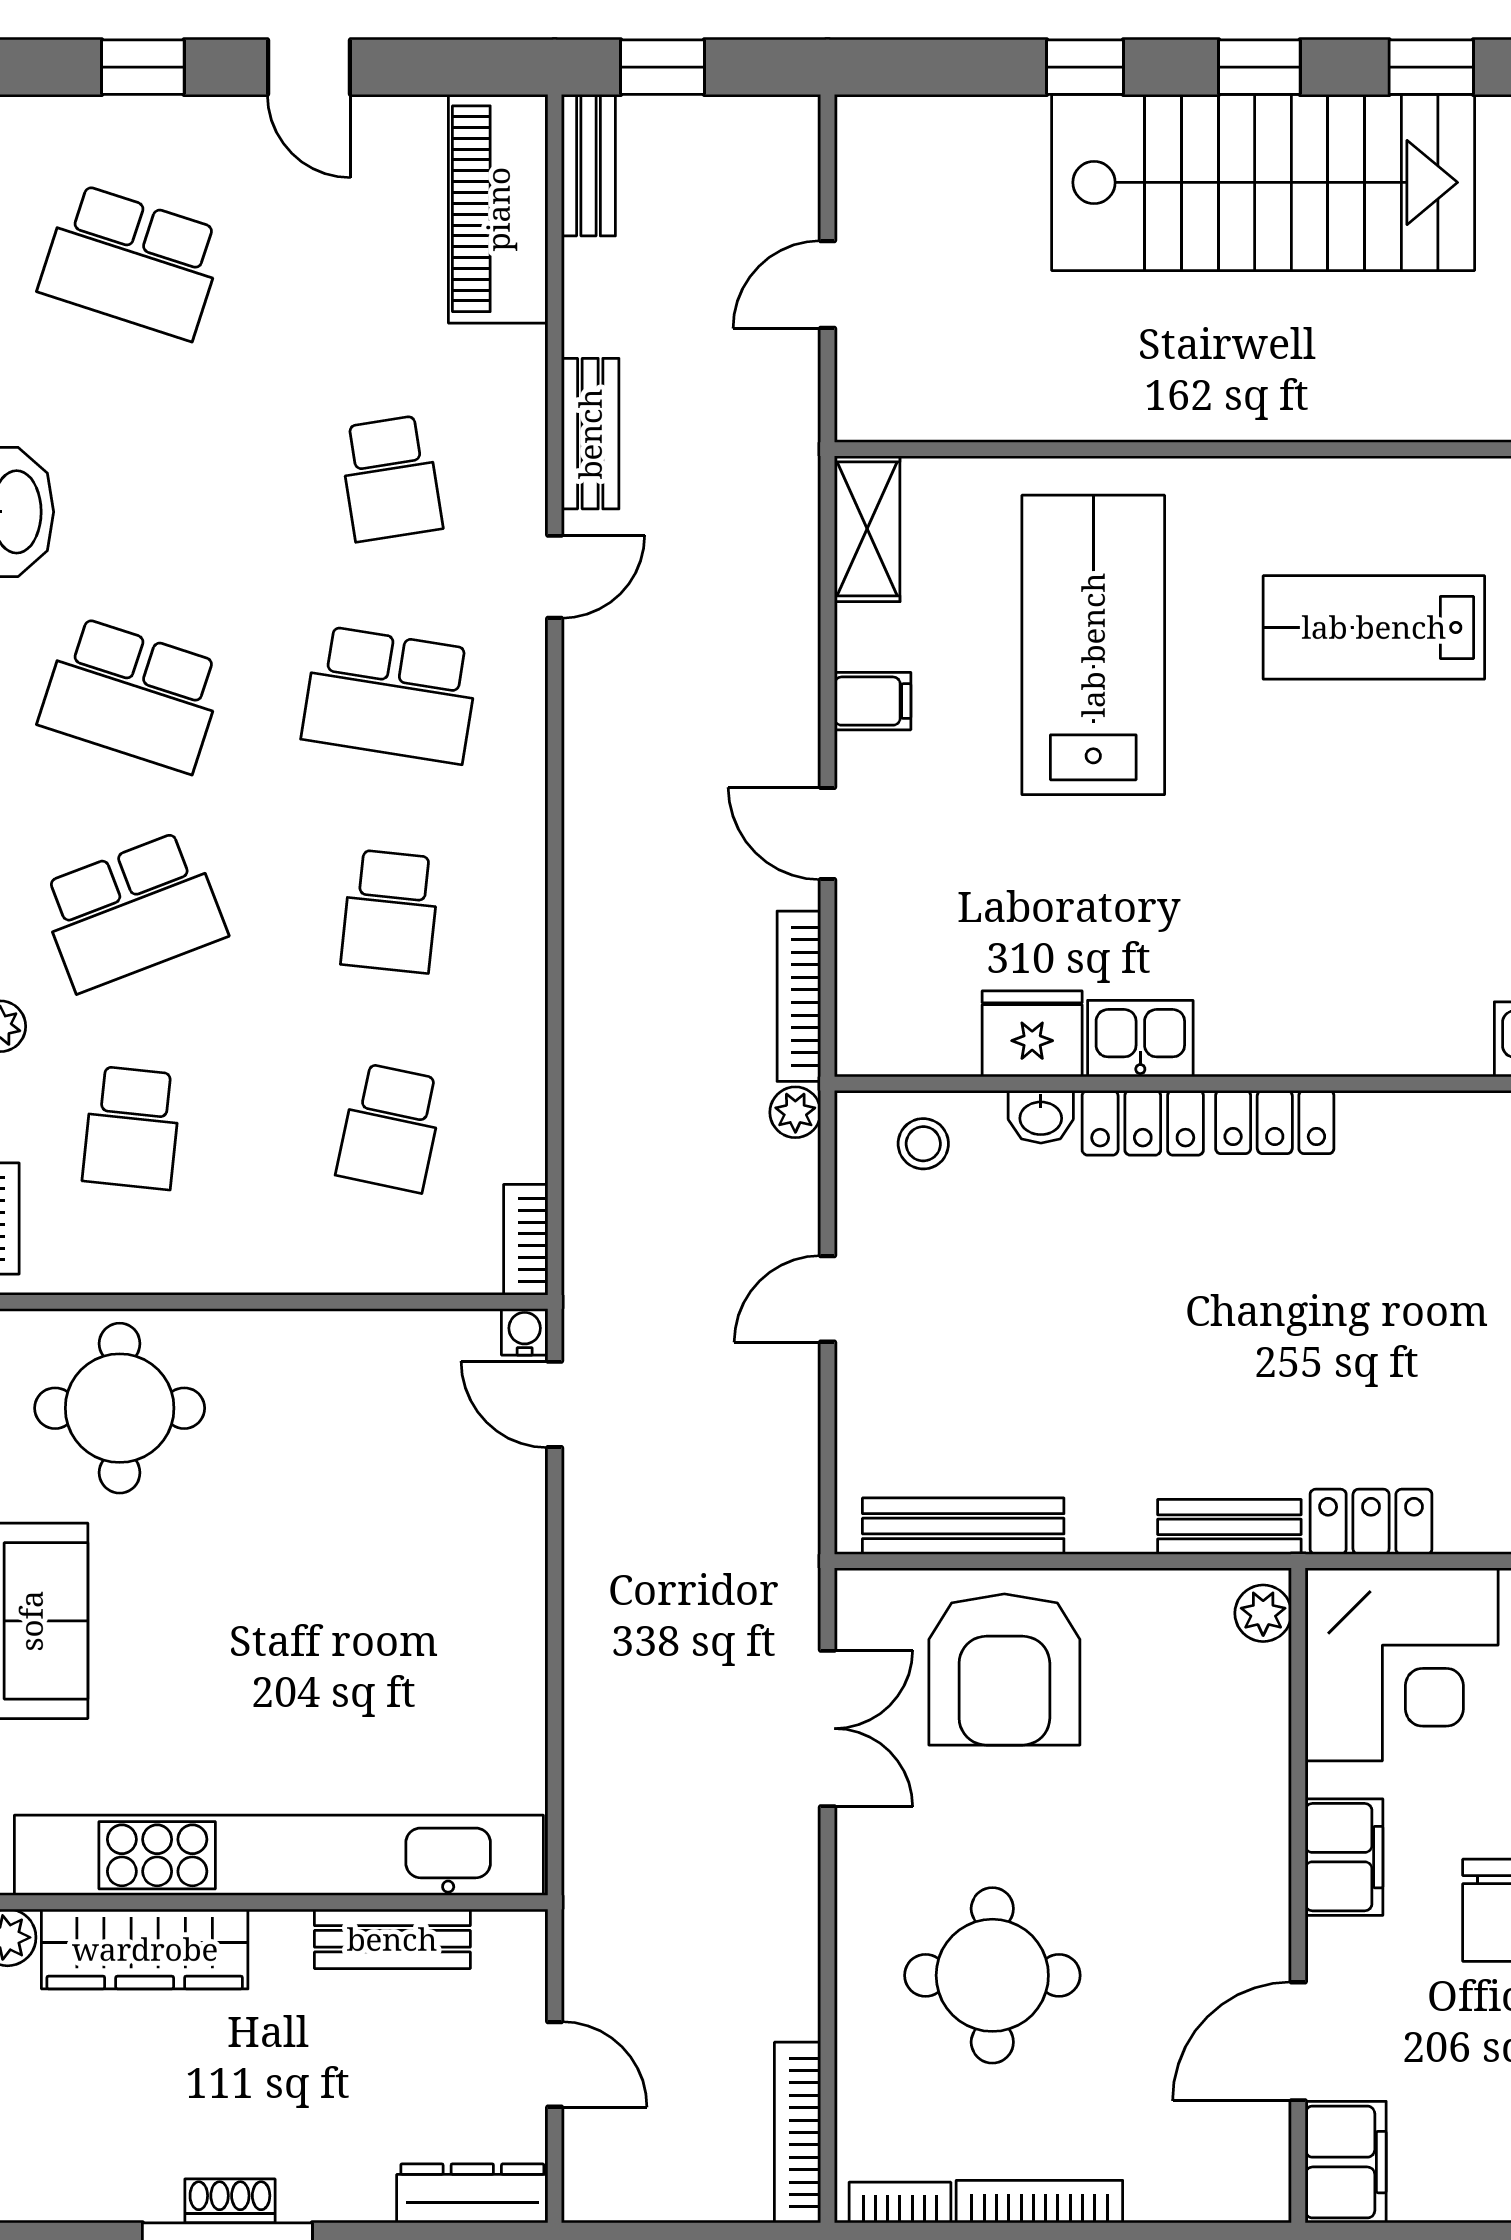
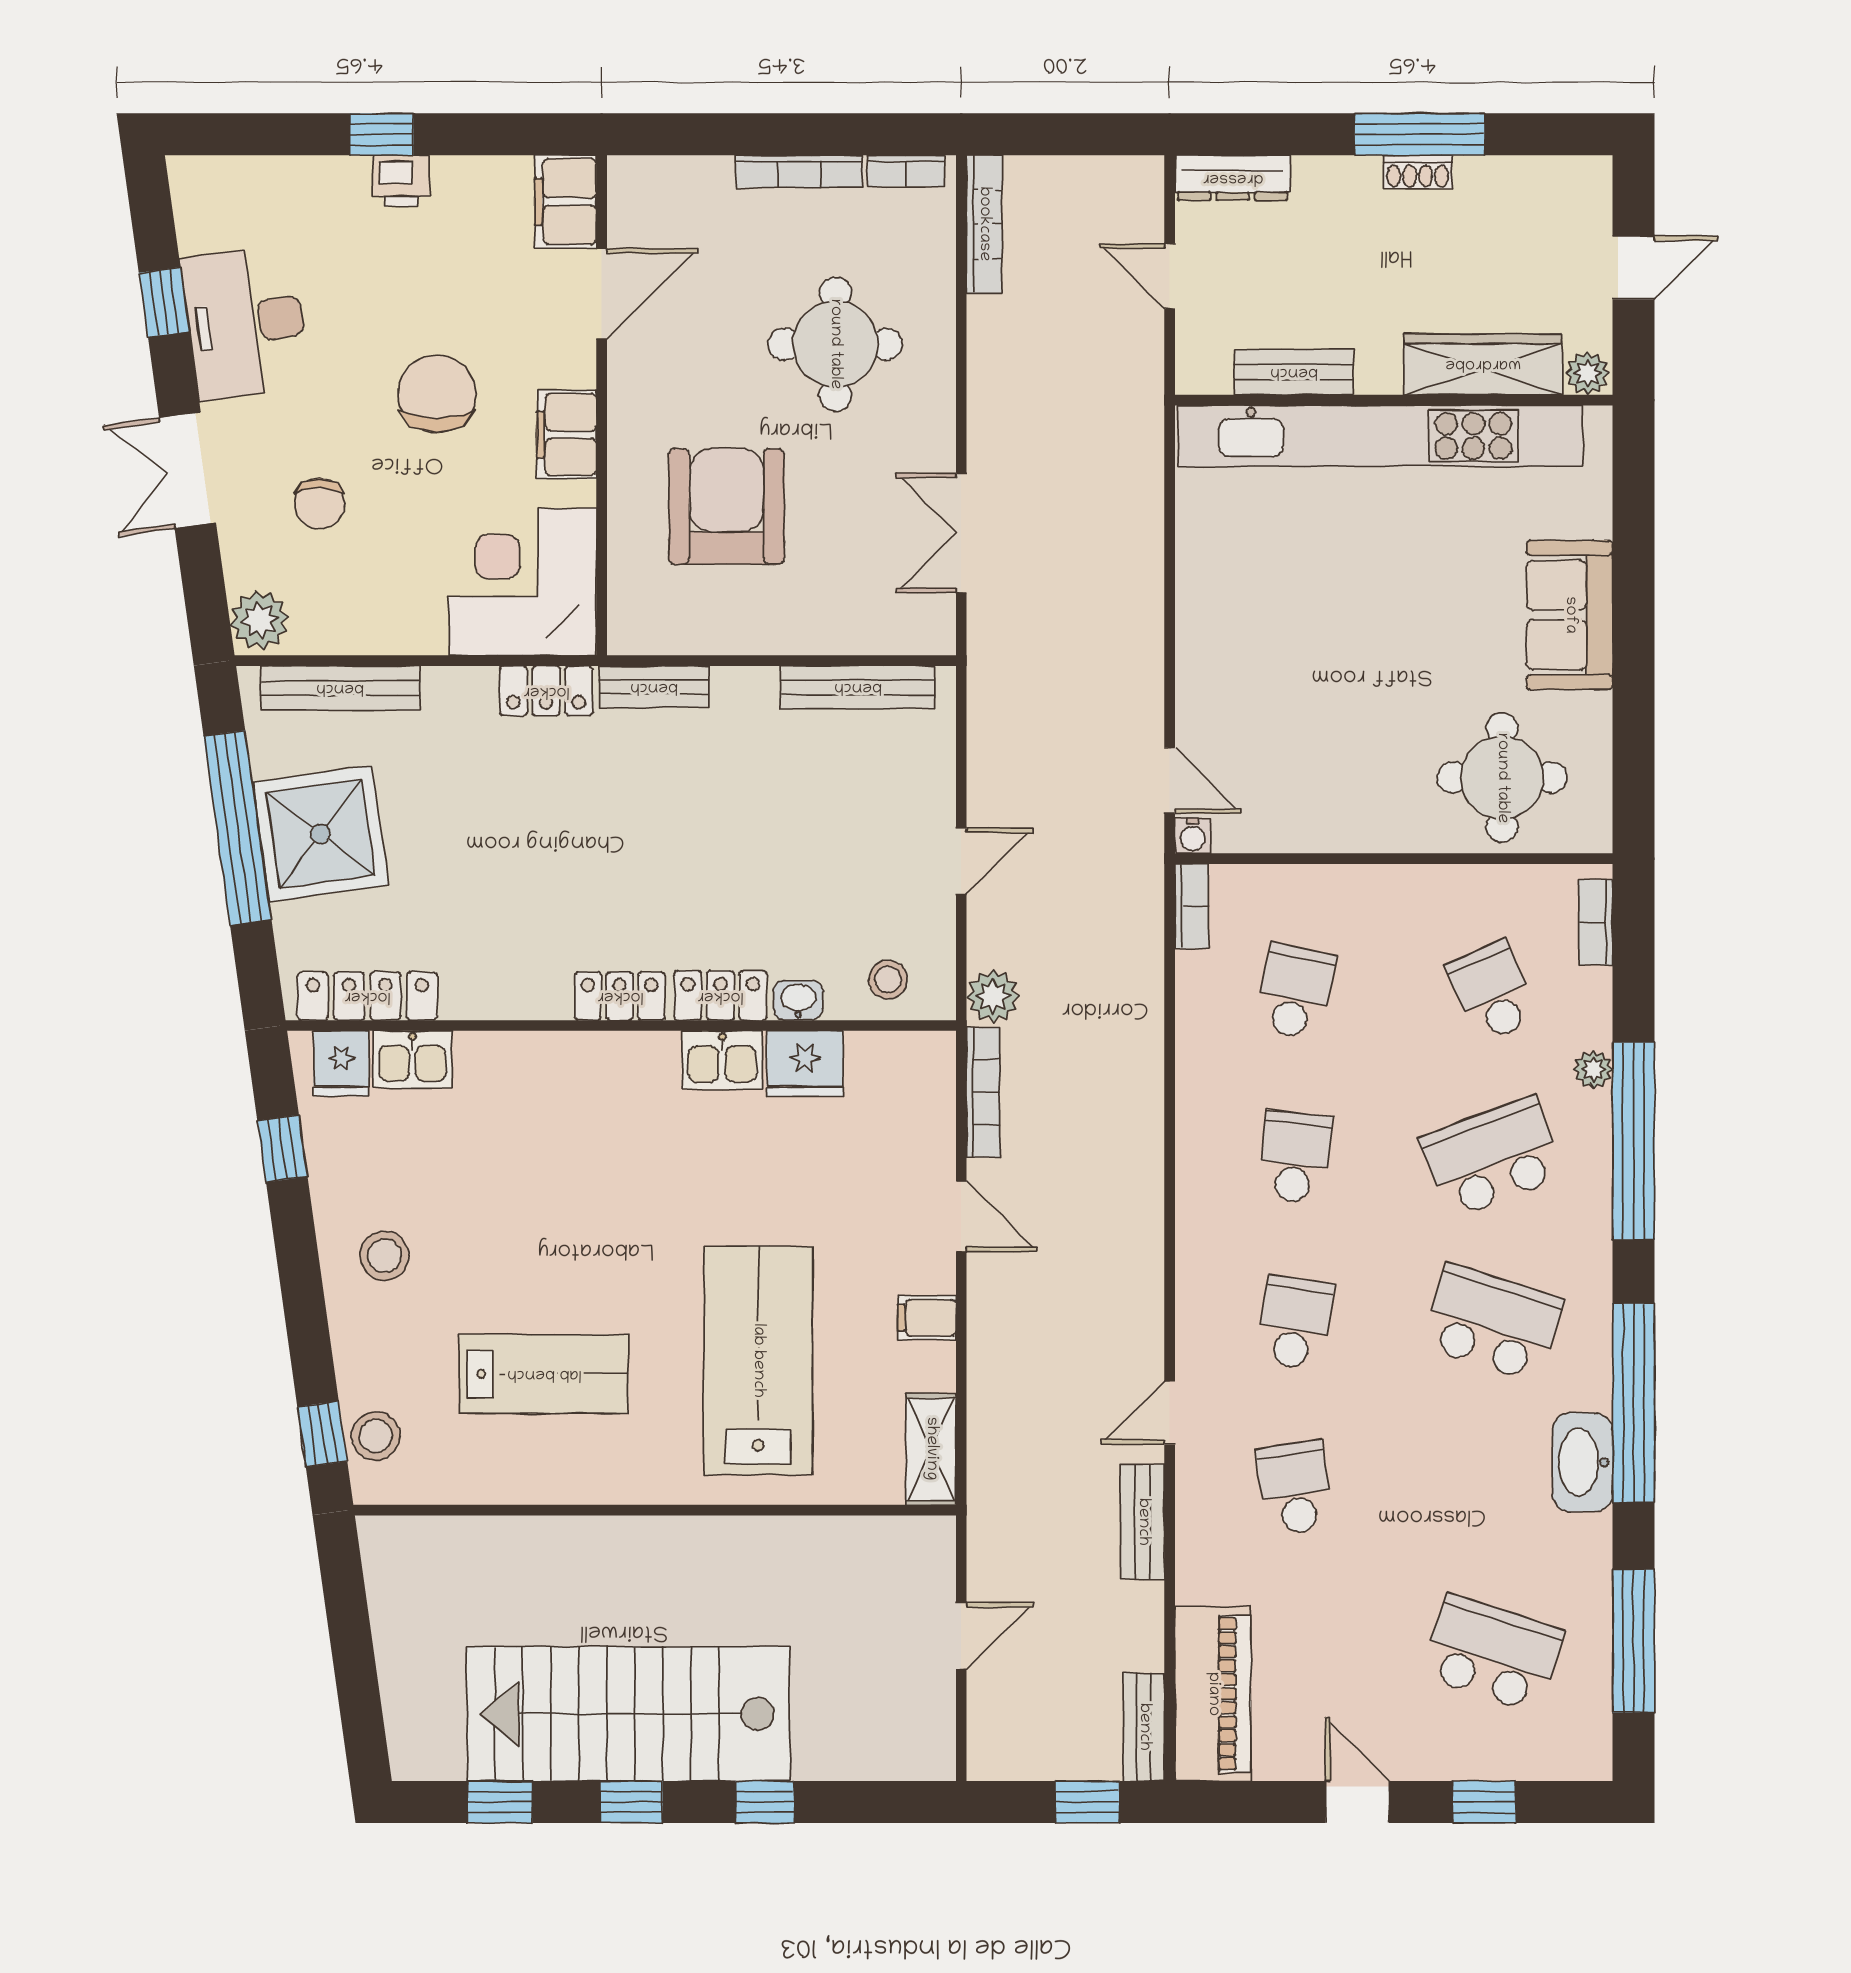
lab bench: (1093, 645) -> (758, 1361), turned 180
school desk: (390, 695) -> (1295, 1323), width x0.54
plant: (795, 1112) -> (993, 996), width x1.38, depth x1.38
school desk: (132, 1128) -> (1492, 992), turned -30
plant: (1263, 1613) -> (628, 621), removed
armchair: (1004, 1669) -> (727, 506), moved

